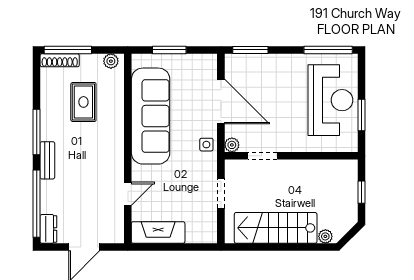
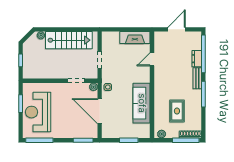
sofa: (151, 116) -> (142, 103), width x0.74, depth x0.79
dresser: (48, 229) -> (197, 59), moved

